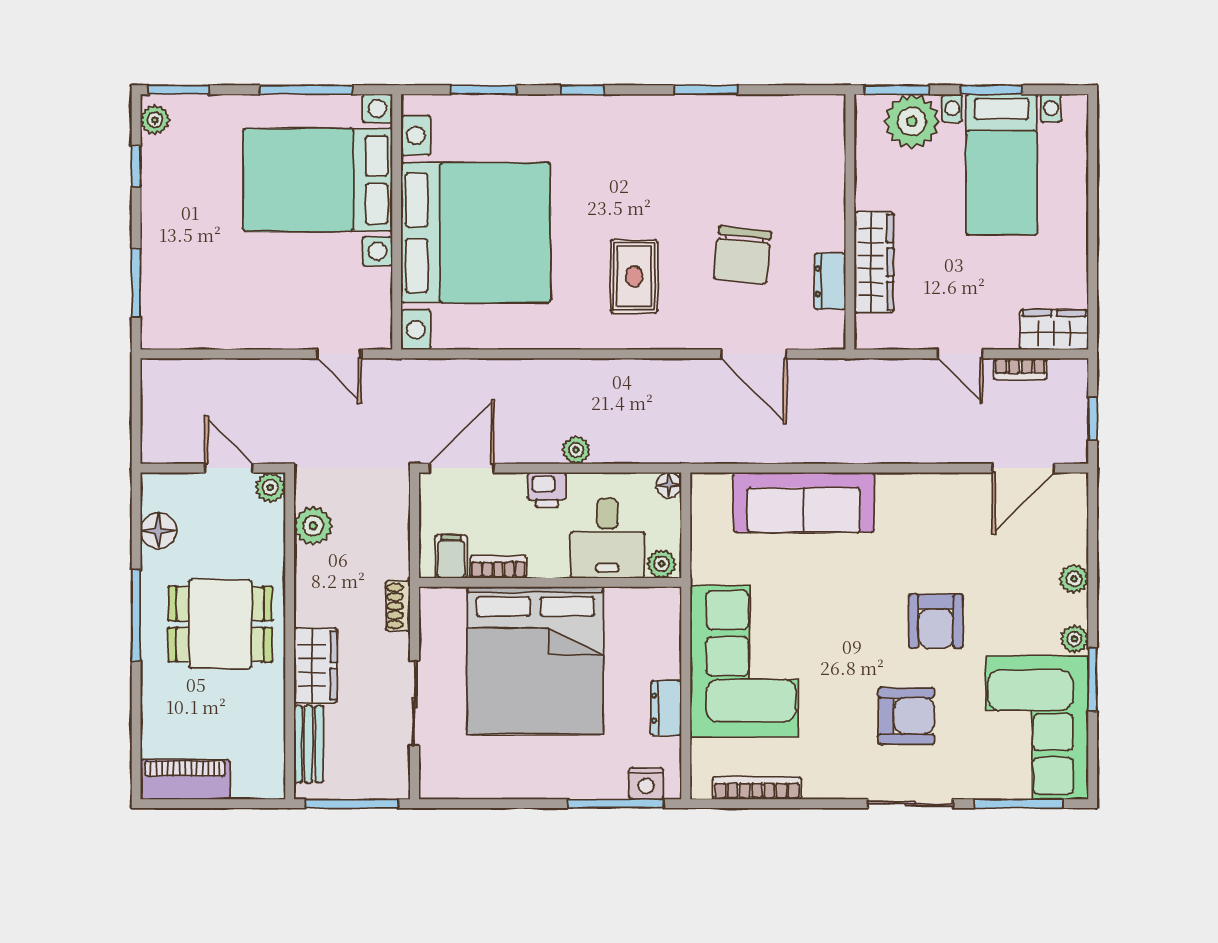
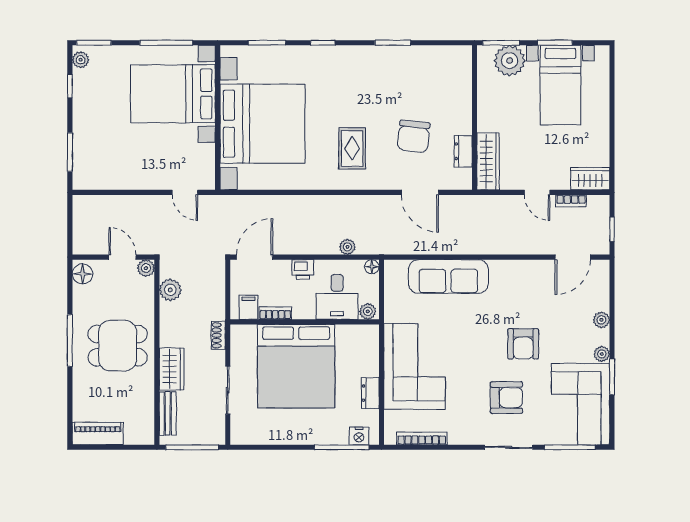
wardrobe: (874, 262) -> (488, 161), moved
plant: (576, 450) -> (347, 247), moved
floor lamp: (158, 531) -> (83, 274), moved

